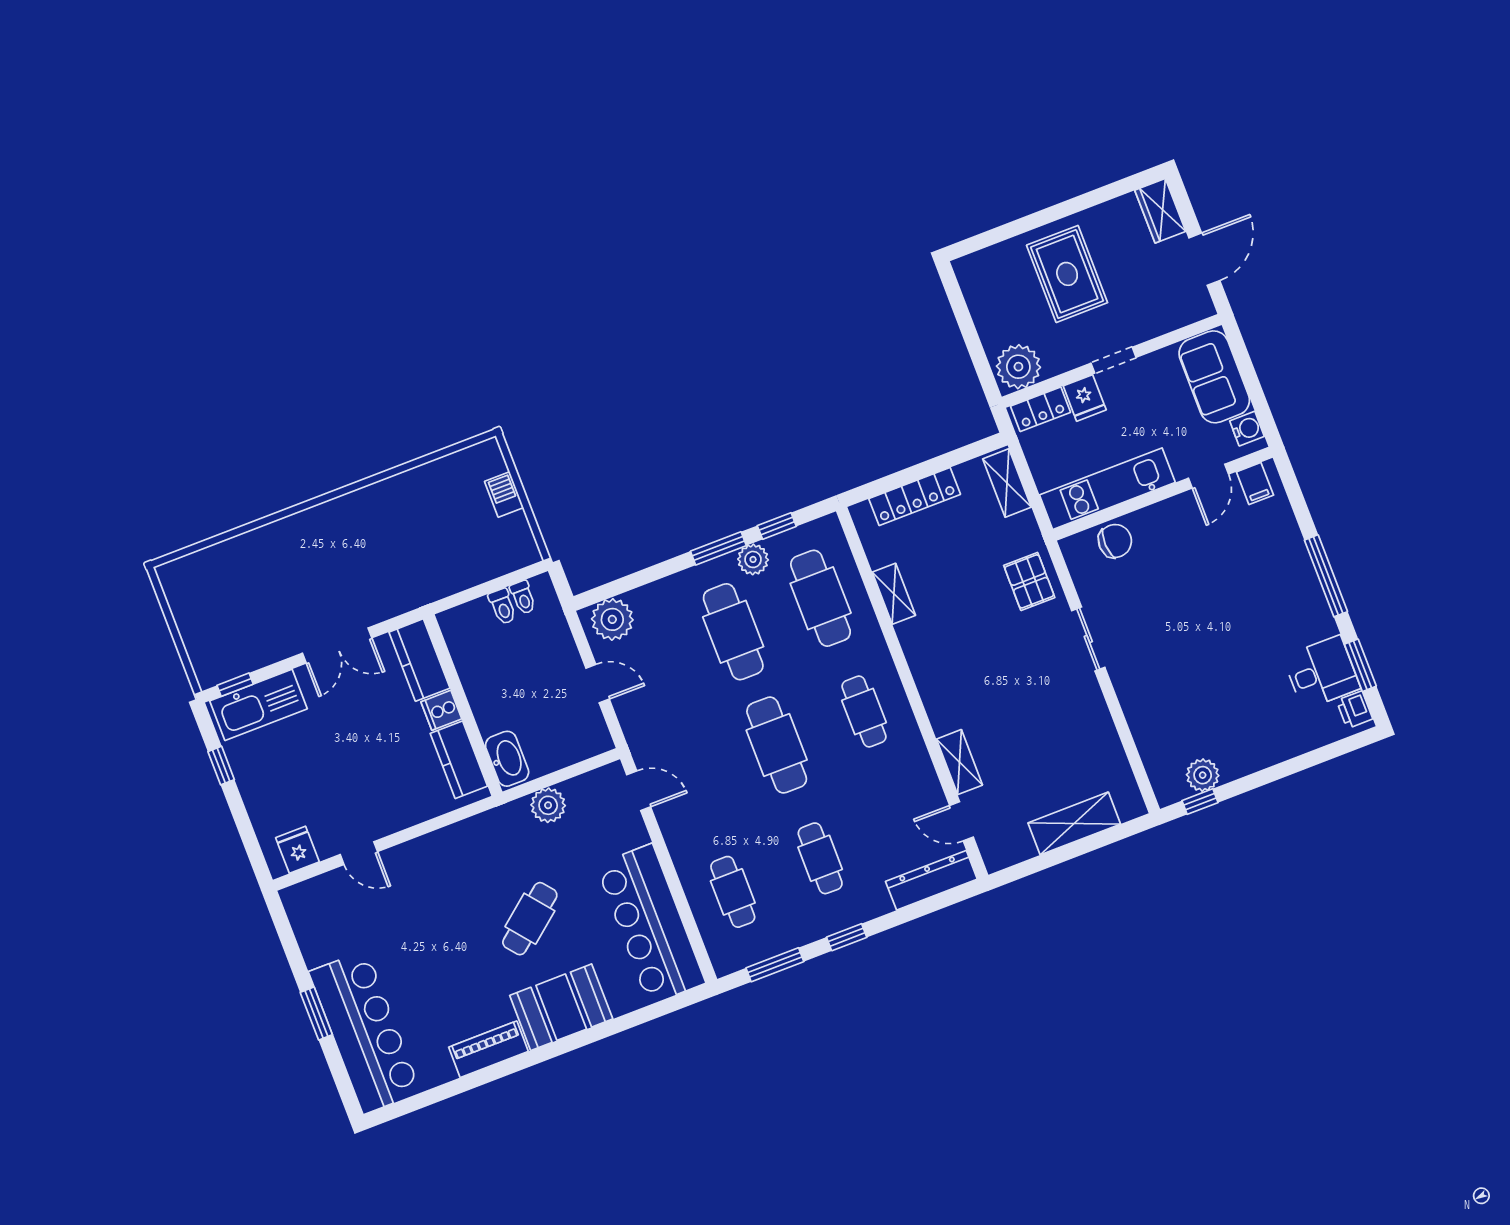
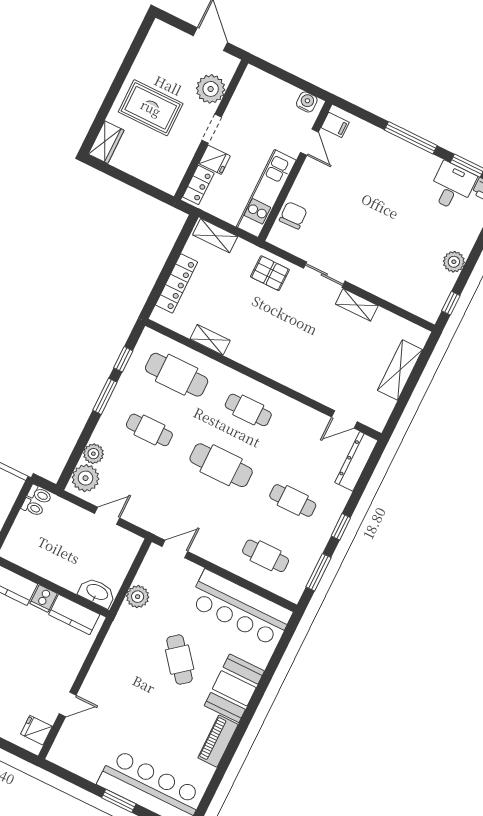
wardrobe: (1160, 211) -> (106, 142), moved, turned -90
plant: (1018, 367) -> (211, 89), moved
sofa: (1214, 377) -> (268, 92), removed
plant: (753, 559) -> (93, 454), moved
toilet: (503, 606) -> (40, 494), moved
cafe table: (733, 632) -> (149, 430), width x0.73, depth x0.74
shelving: (959, 762) -> (357, 305), moved
plant: (1203, 775) -> (454, 262), moved

